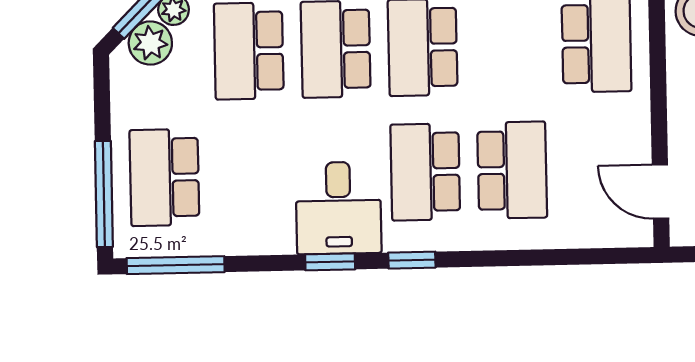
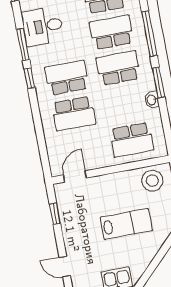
desk: (339, 208) -> (43, 26), moved
window: (330, 262) -> (23, 44), width x1.50

